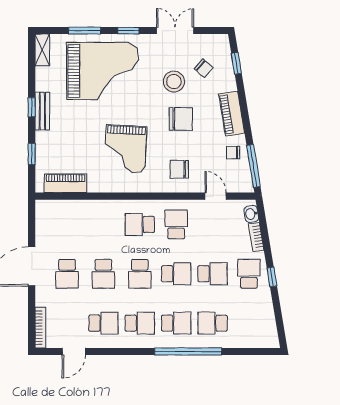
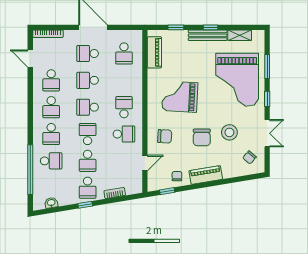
shelving: (42, 50) -> (240, 35), moved
window: (236, 63) -> (243, 178), removed
chair: (204, 68) -> (249, 157), moved
bench: (42, 111) -> (208, 35), width x1.36
window: (253, 166) -> (167, 191), width x0.46
chair: (179, 169) -> (165, 136), turned 93
washbasin: (251, 214) -> (51, 203), moved
school desk: (67, 224) -> (124, 54), added
school desk: (176, 274) -> (88, 134), turned 180
school desk: (249, 274) -> (88, 188), turned 90
school desk: (213, 323) -> (51, 161), turned 90
window: (188, 351) -> (30, 170), moved

